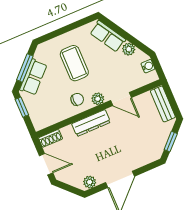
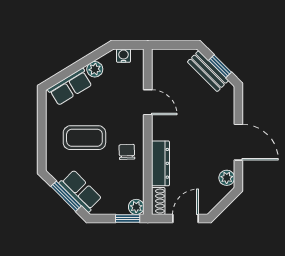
plant: (98, 99) -> (136, 207), moved
door: (121, 99) -> (148, 102), hinge flipped
bench: (163, 104) -> (208, 71), moved, turned 45
window: (22, 107) -> (128, 218), moved
dresser: (91, 123) -> (160, 163), moved

